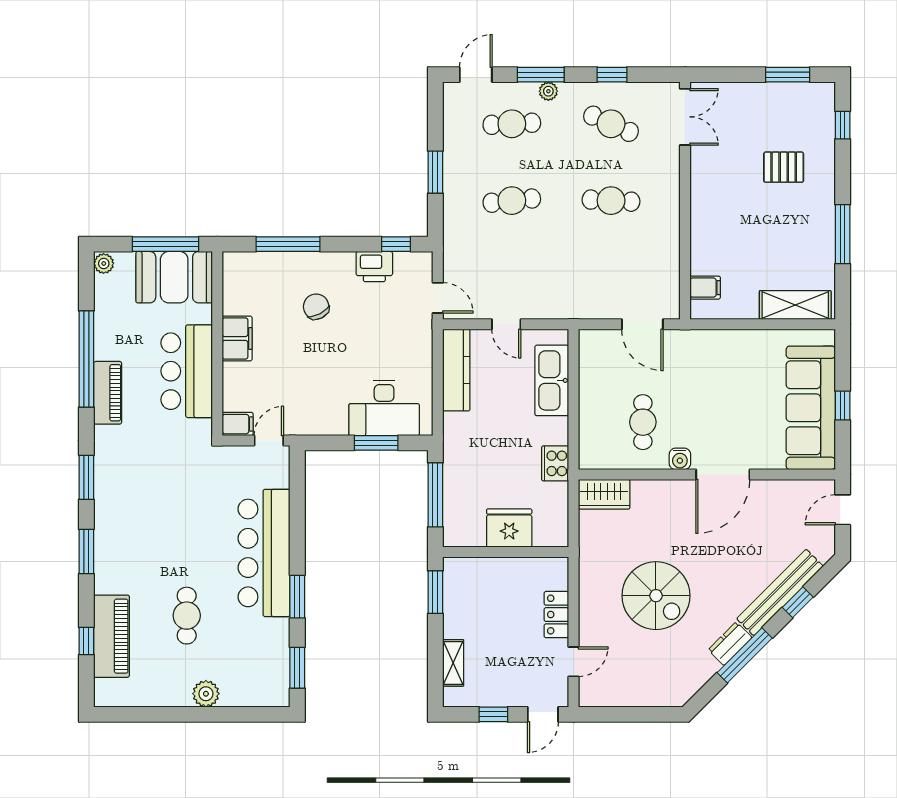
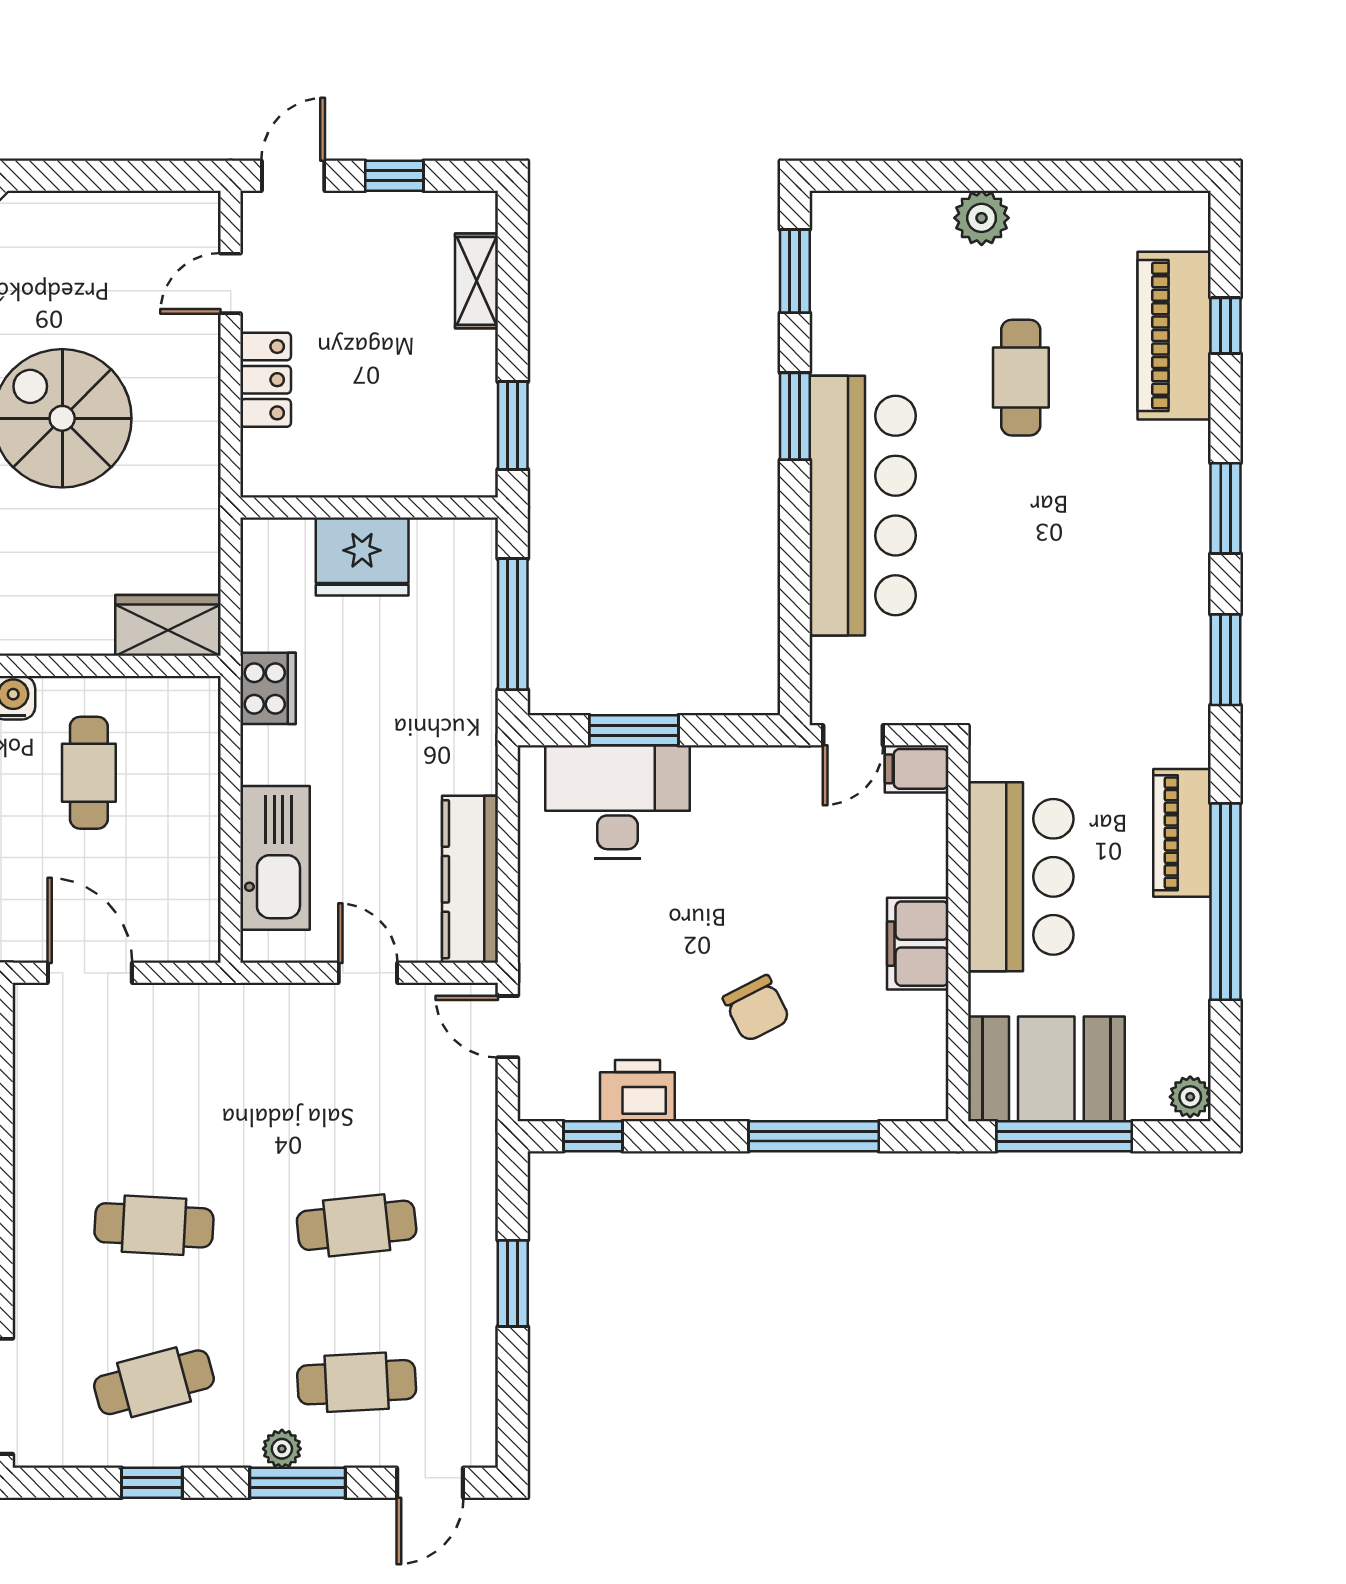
cafe table: (611, 124) -> (154, 1382), turned -39

